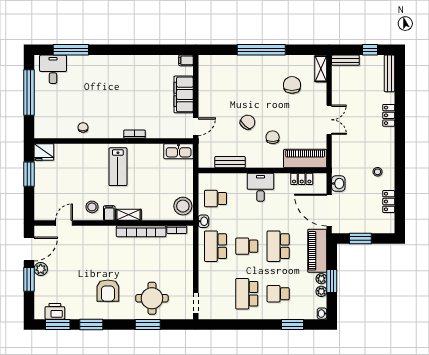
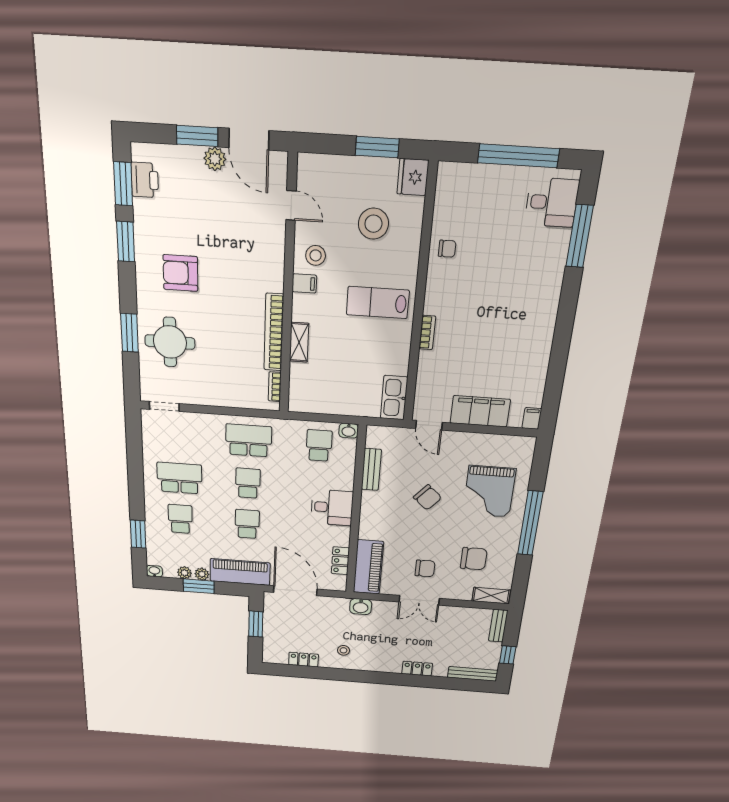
grand piano: (240, 81) -> (489, 492), added
chair: (273, 137) -> (425, 568), moved
washbasin: (338, 184) -> (361, 607), moved
stool: (183, 206) -> (373, 224), moved
door: (329, 210) -> (295, 591), hinge flipped
shelving: (128, 215) -> (299, 342), moved
washbasin: (203, 221) -> (349, 431), moved
school desk: (278, 246) -> (247, 524), width x0.54

